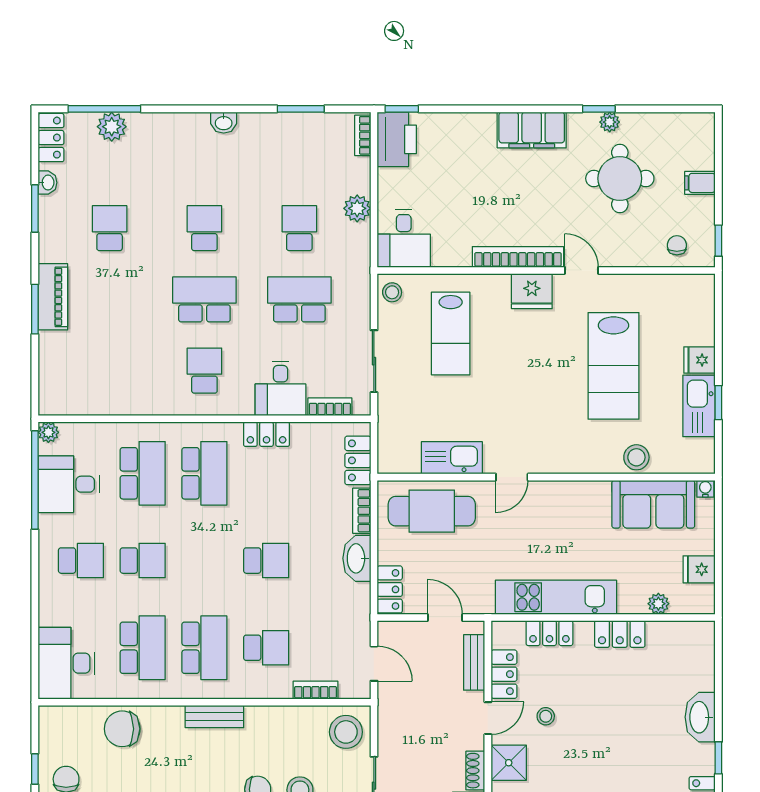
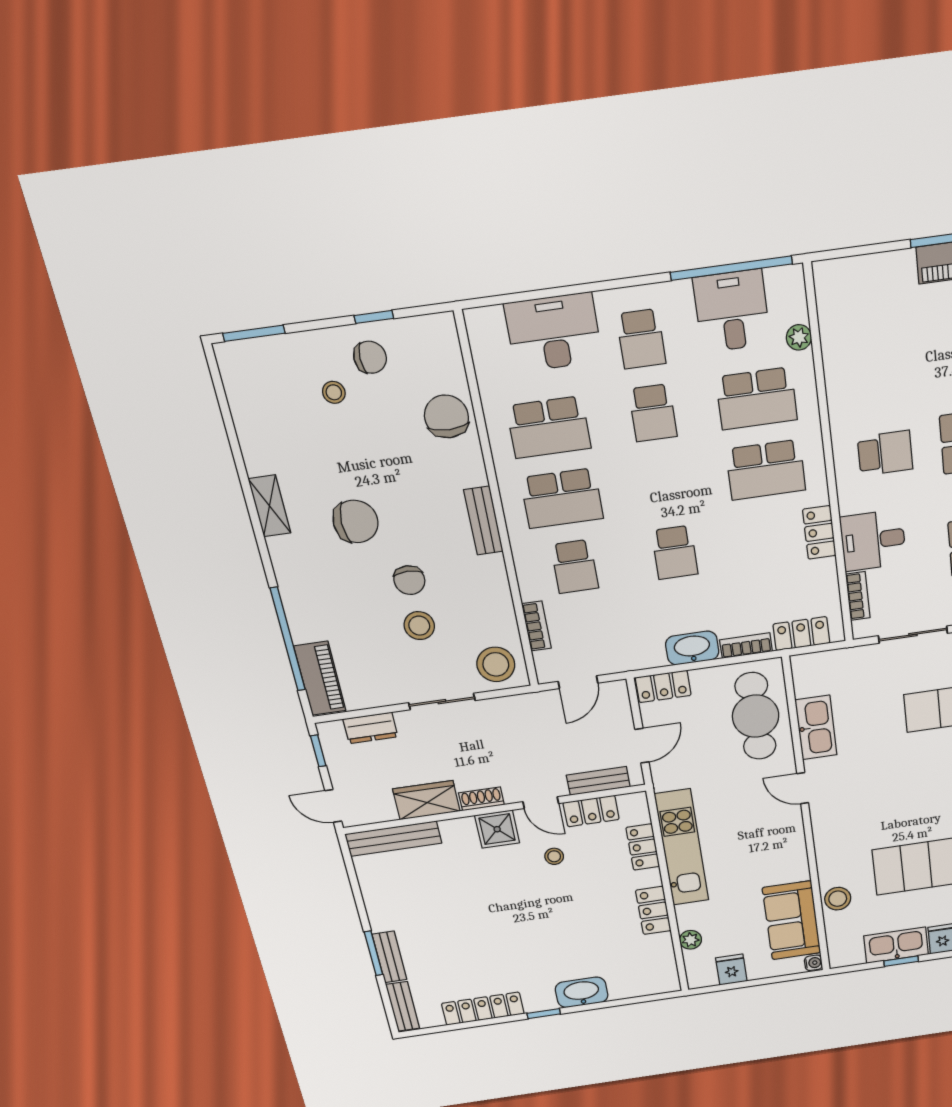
plant: (48, 432) -> (799, 337), moved
desk: (66, 663) -> (554, 332), moved

